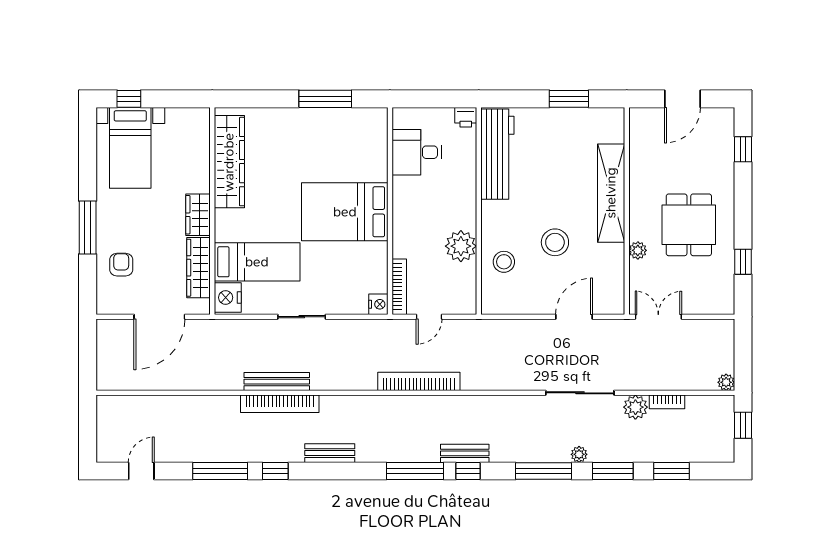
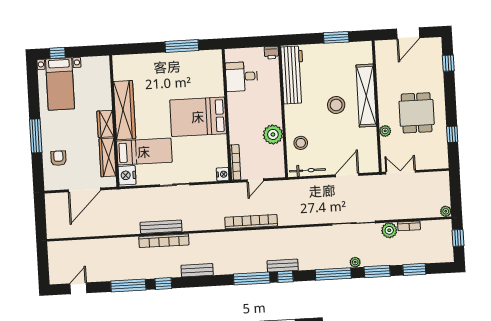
wardrobe: (229, 162) -> (124, 110), moved
stool: (555, 242) -> (336, 105), moved
bicycle: (512, 306) -> (308, 170), added

